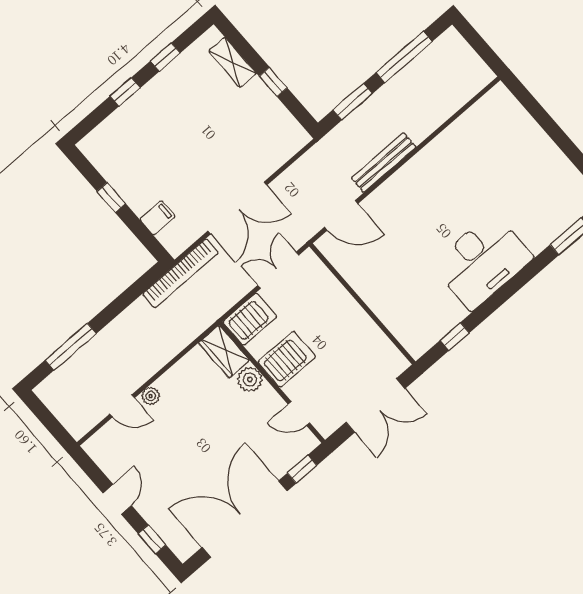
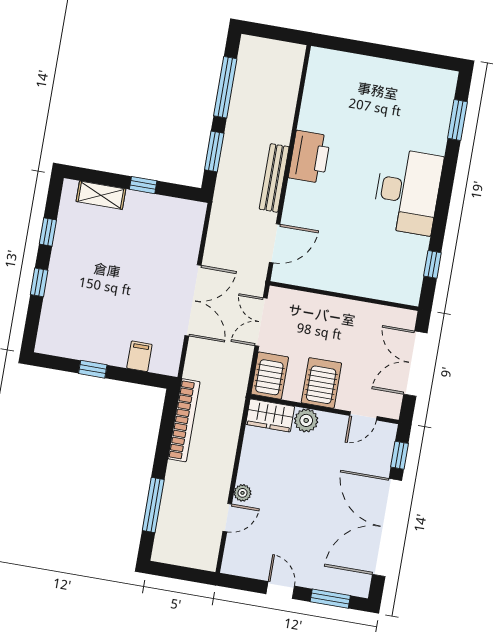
printer: (426, 169) -> (310, 157), added
bookcase: (180, 273) -> (184, 420), moved
double door: (375, 405) -> (415, 364), swing flipped
window: (152, 539) -> (330, 599), width x1.50

